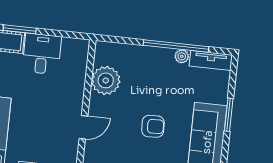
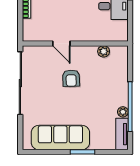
plant: (106, 80) -> (104, 51), width x0.53, depth x0.53
armchair: (153, 126) -> (71, 78), moved

